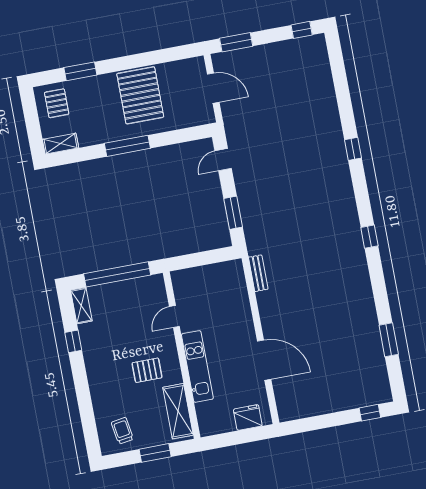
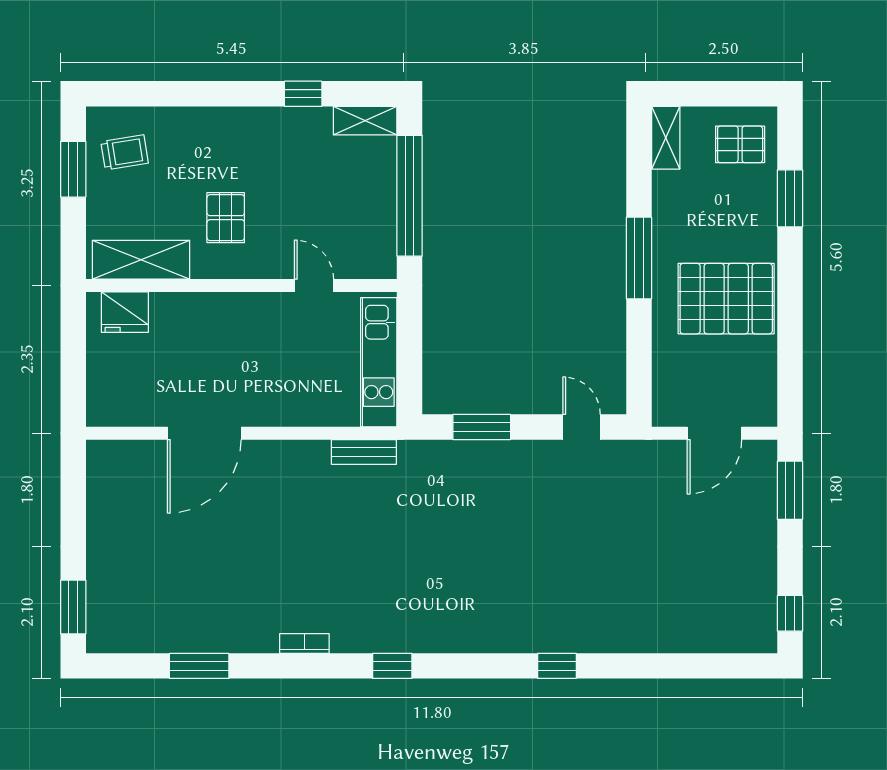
bookcase: (366, 286) -> (304, 643), added
kitchen unit: (197, 366) -> (379, 362), moved, turned 90
window: (370, 413) -> (73, 607), width x1.50
fridge: (248, 417) -> (125, 312), moved, turned 90
window: (155, 453) -> (73, 169), moved

